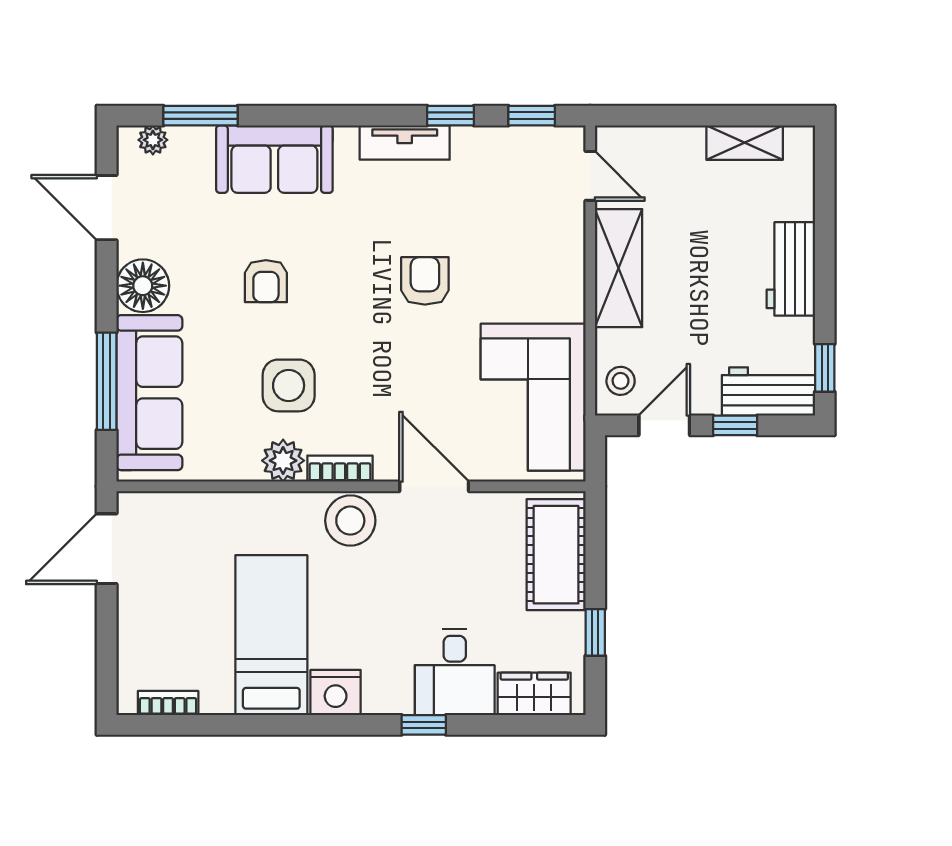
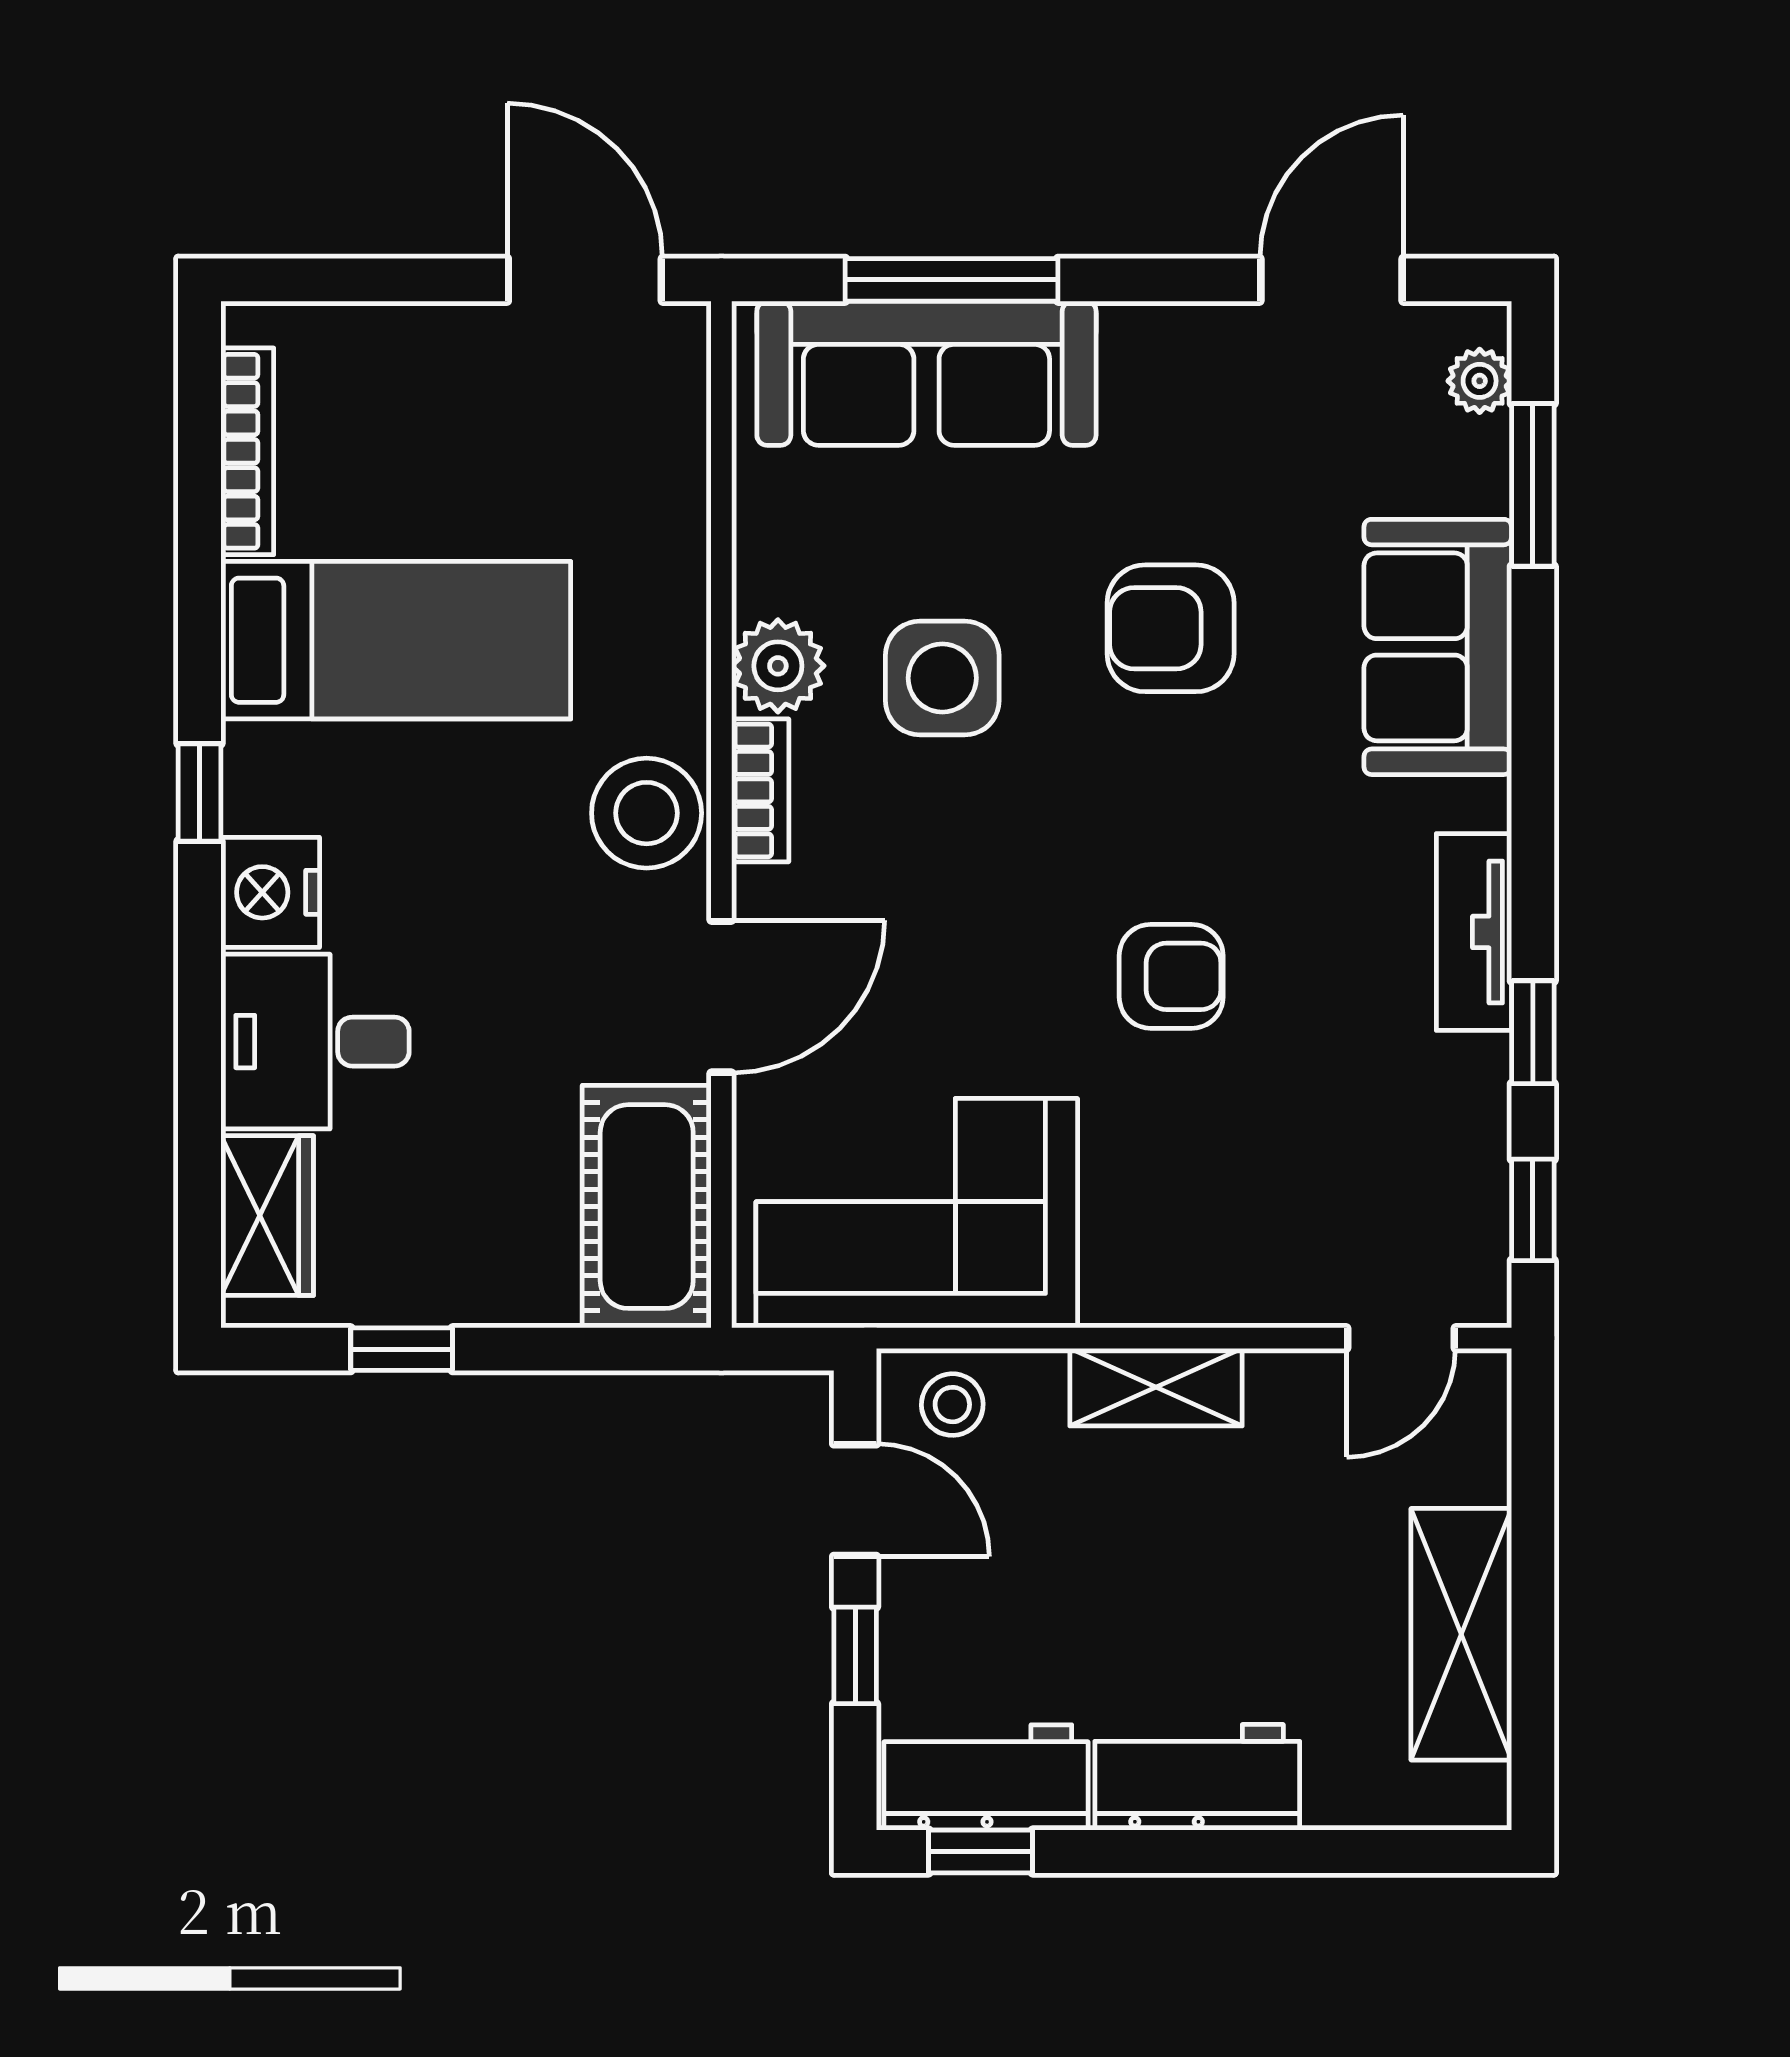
shelving: (745, 143) -> (1461, 1634), width x1.50, depth x1.33
shelving: (618, 268) -> (1156, 1387), width x0.67, depth x0.75
armchair: (266, 281) -> (1171, 628), width x1.38, depth x1.38
floor lamp: (143, 286) -> (1161, 359), removed
workbench: (768, 391) -> (986, 1777), moved, turned -90
cot: (556, 555) -> (647, 1207), moved, turned 90
nightstand: (336, 693) -> (270, 892), moved
bookcase: (168, 703) -> (247, 451), width x1.56
window: (424, 725) -> (199, 792), moved

